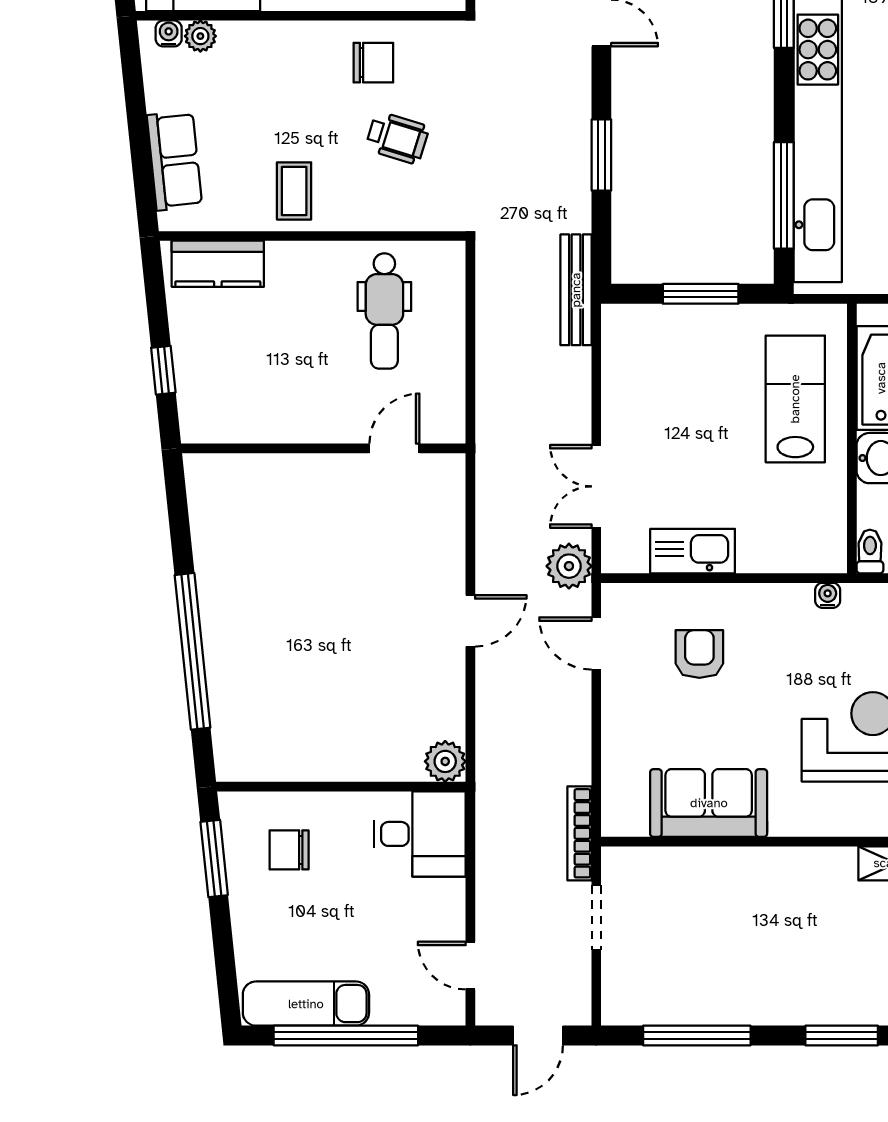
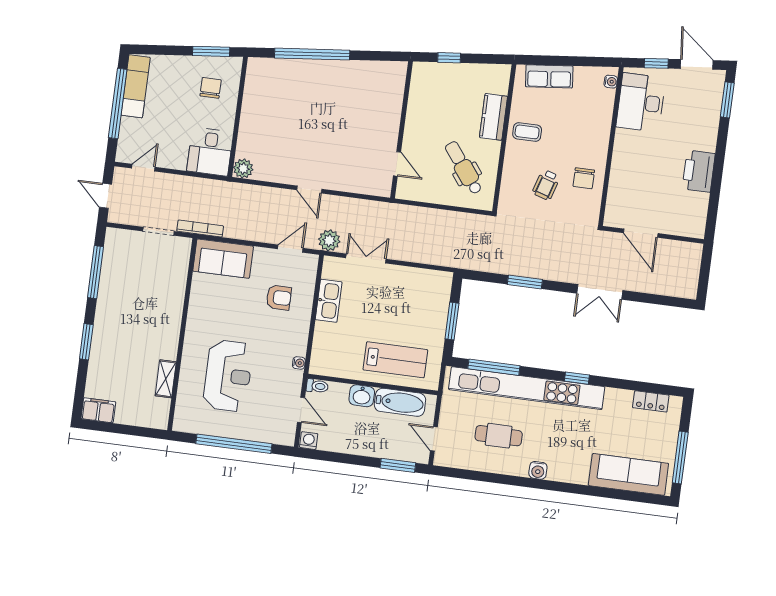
plant: (200, 36) -> (607, 97), removed
kitchen counter: (218, 264) -> (493, 117), moved
bench: (576, 290) -> (462, 261), removed
dental chair: (384, 311) -> (464, 168), turned 53
sofa: (709, 803) -> (223, 259), moved, turned 90

